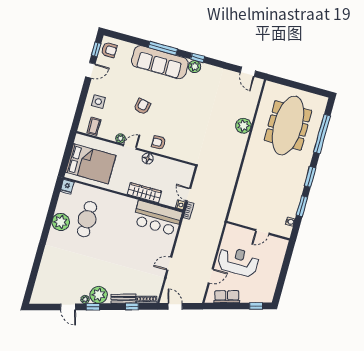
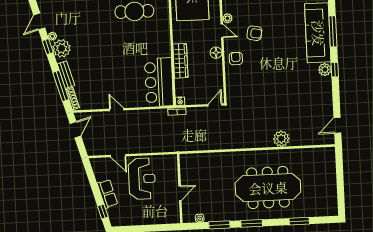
armchair: (142, 106) -> (254, 33), moved
meeting table: (288, 125) -> (268, 188), moved
window: (322, 134) -> (299, 221), width x0.47
door: (188, 194) -> (215, 105), moved
door: (262, 232) -> (180, 193), swing flipped
row of seats: (227, 297) -> (107, 194), moved
window: (132, 307) -> (61, 86), width x2.17

